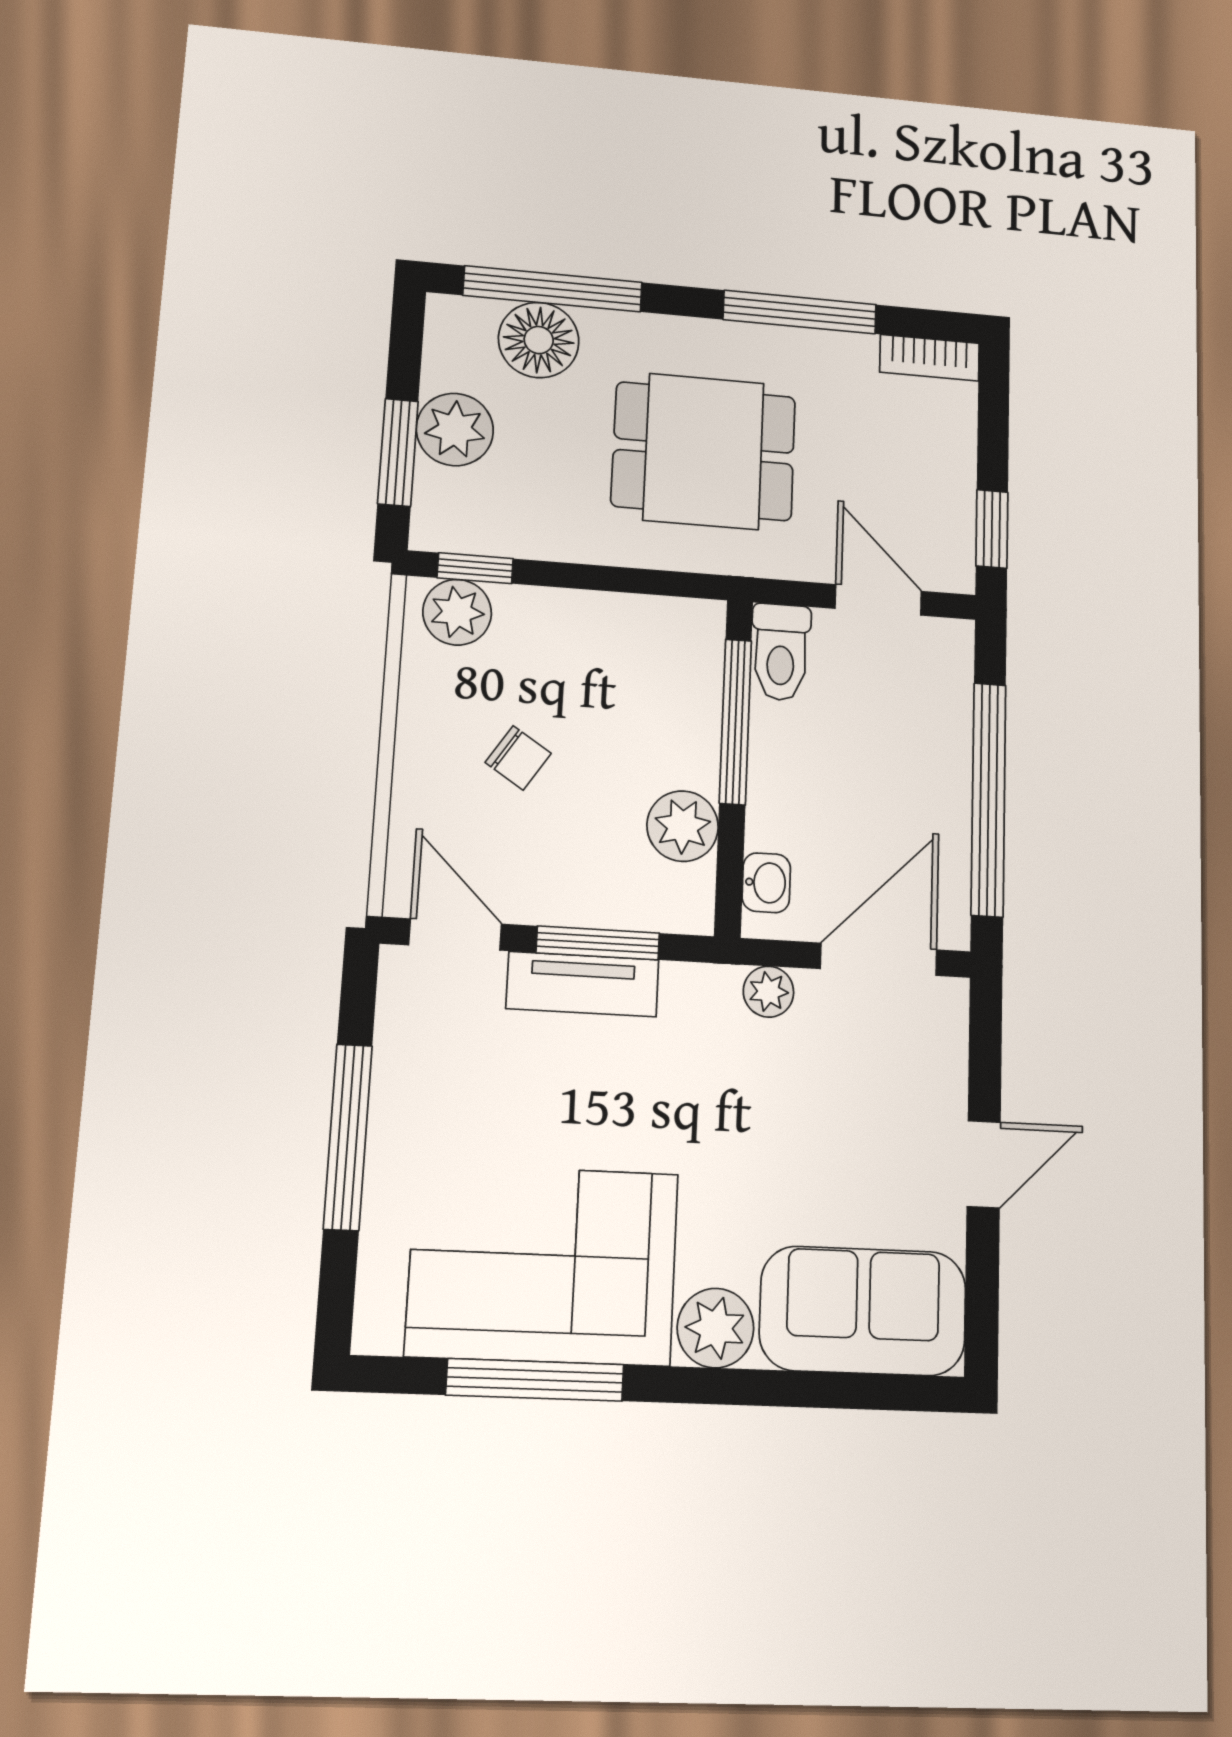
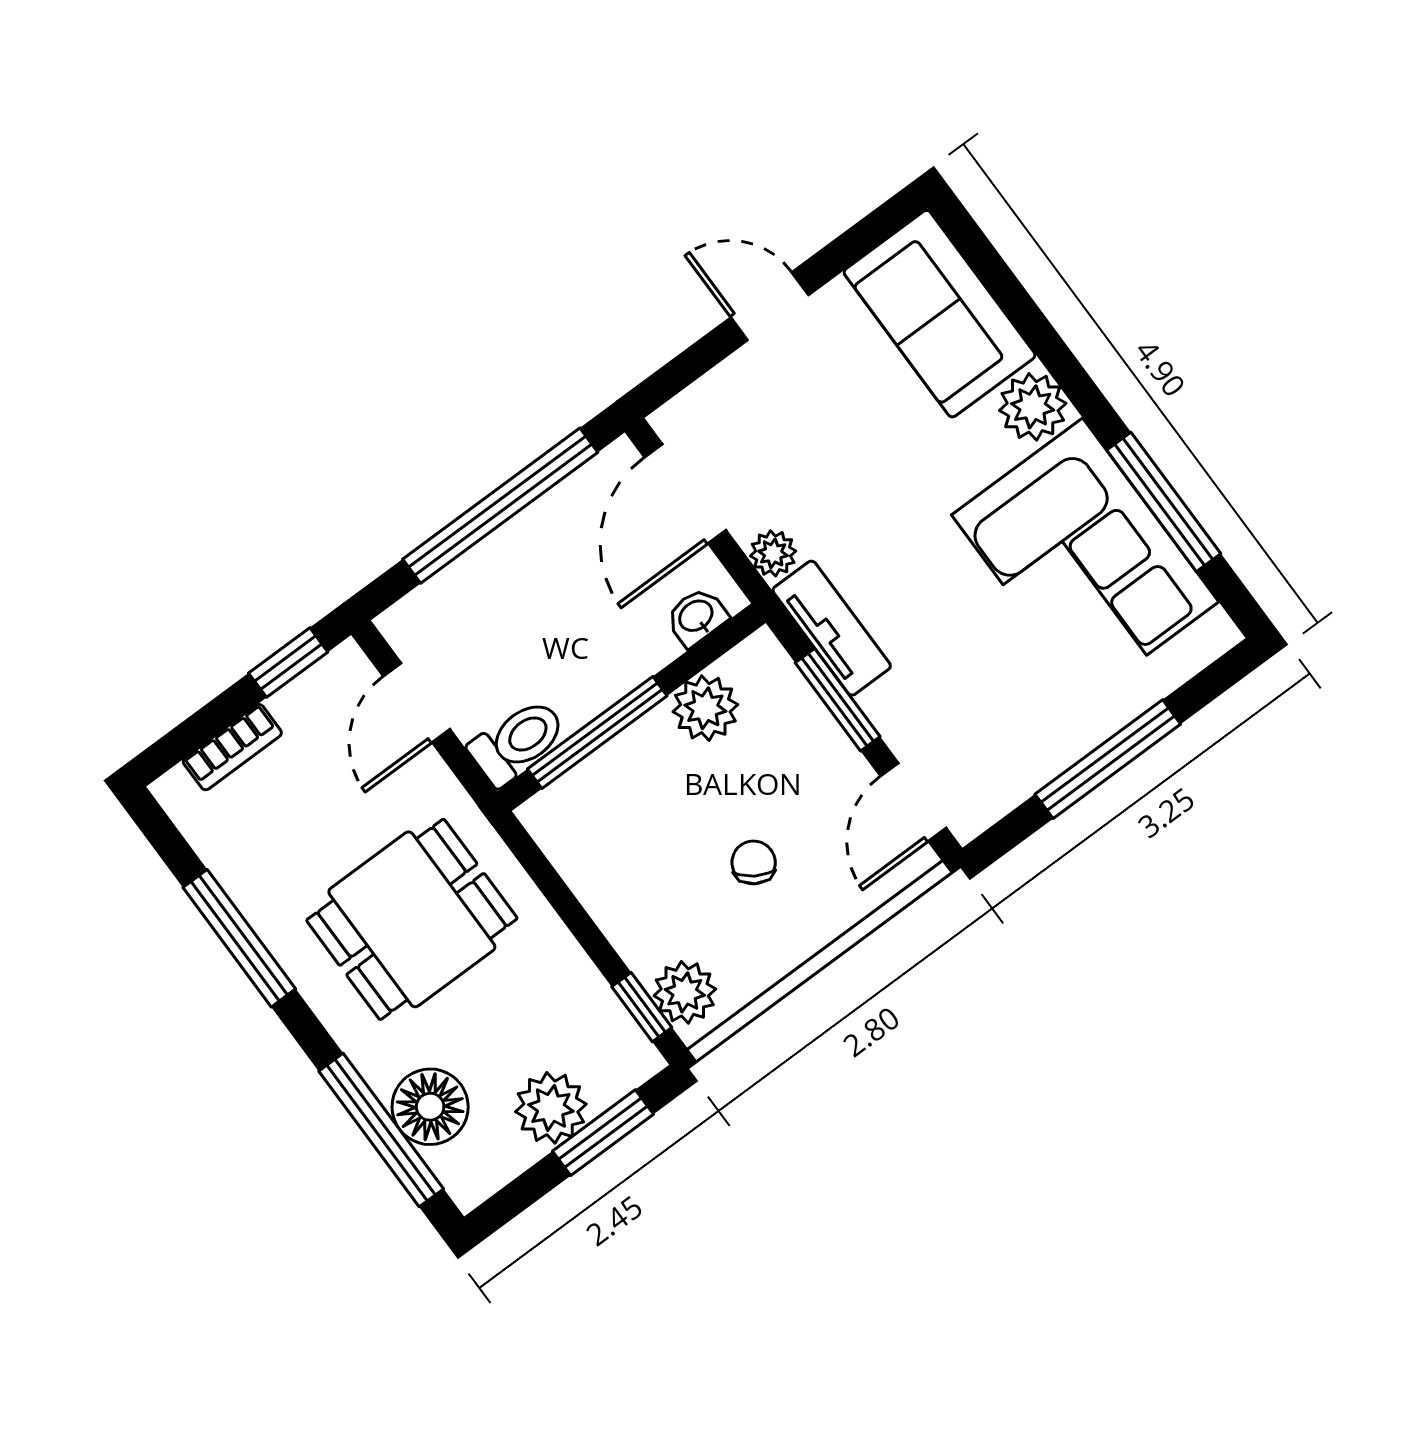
bookcase: (930, 358) -> (232, 747), moved, turned 90
dining table: (704, 451) -> (412, 919), turned 90
door: (879, 959) -> (685, 494), hinge flipped
tv unit: (583, 984) -> (832, 628), moved

